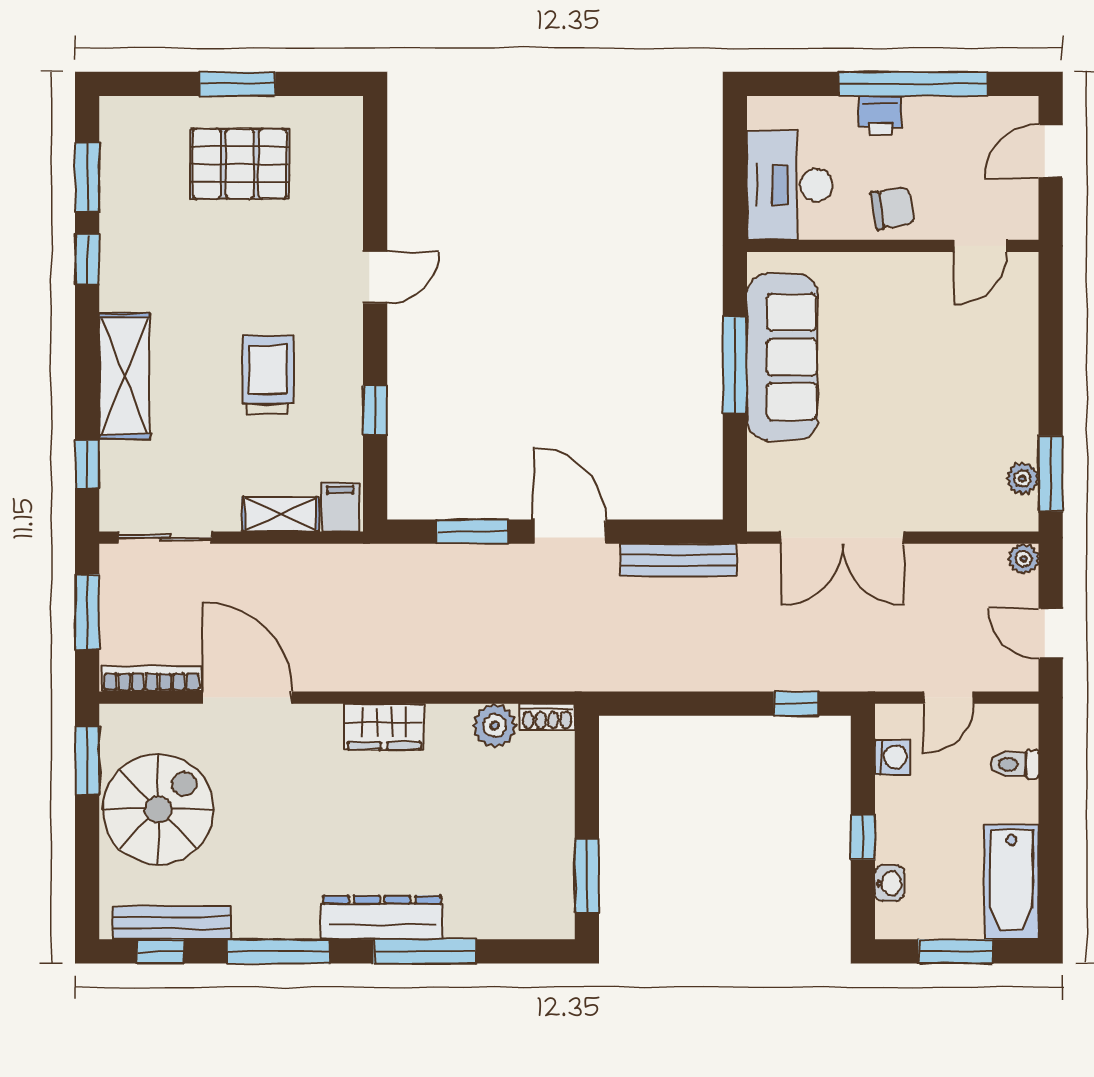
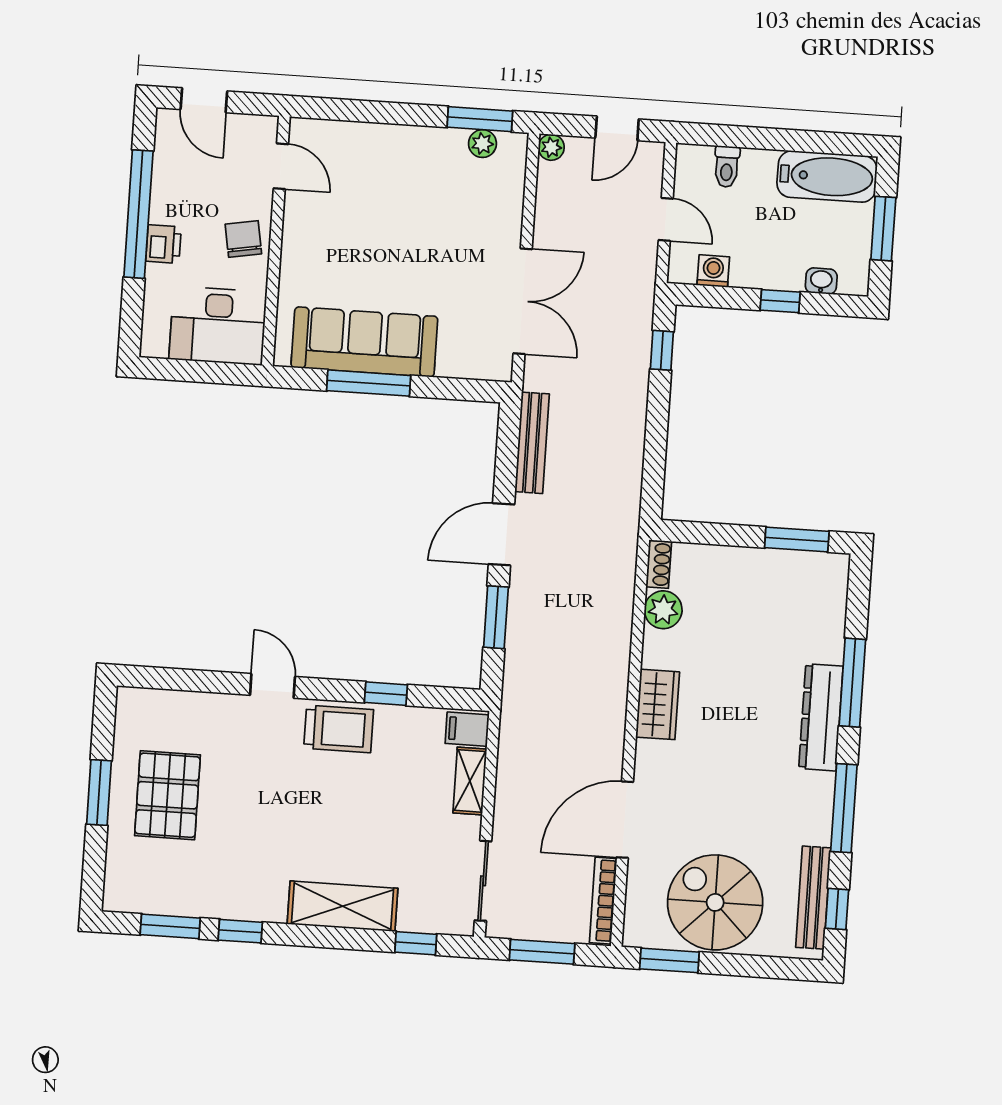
trolley: (267, 375) -> (339, 729), moved, turned 180

